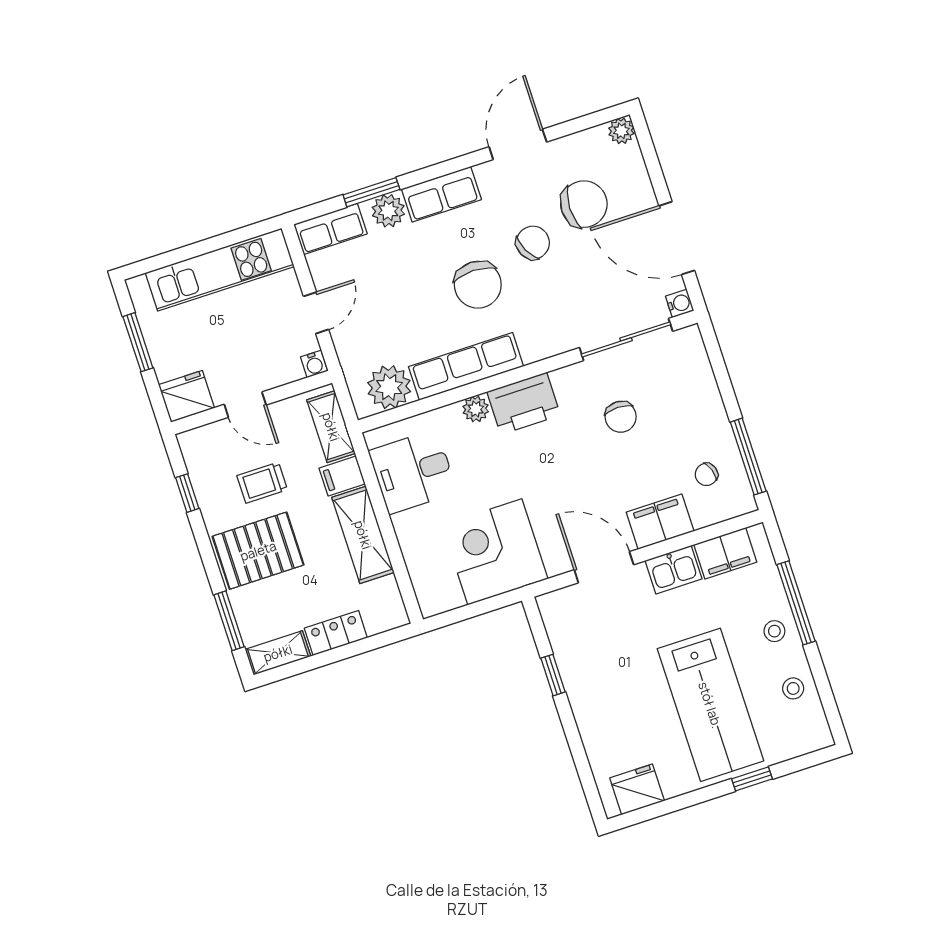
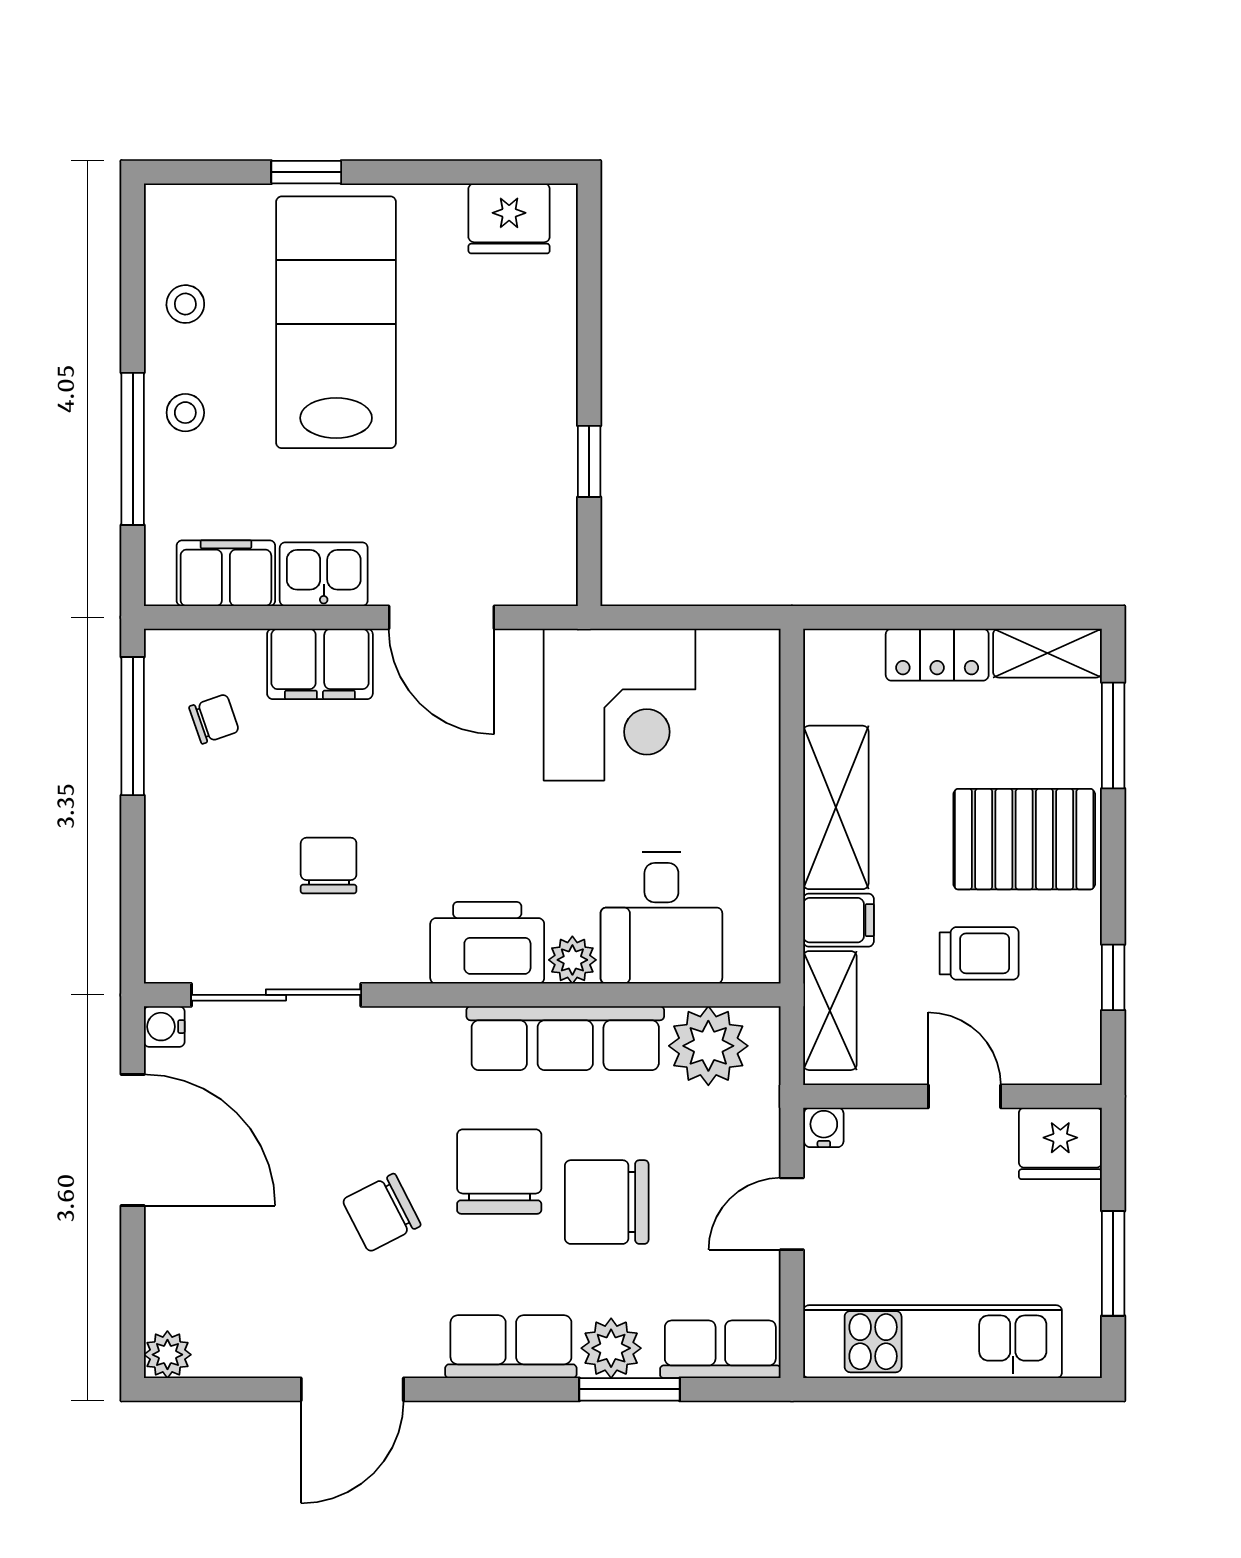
chair: (584, 204) -> (607, 1202), moved
desk: (413, 472) -> (661, 918), moved, turned 90

